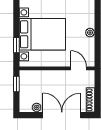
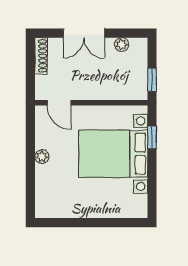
double door: (62, 115) -> (84, 33), width x0.73

